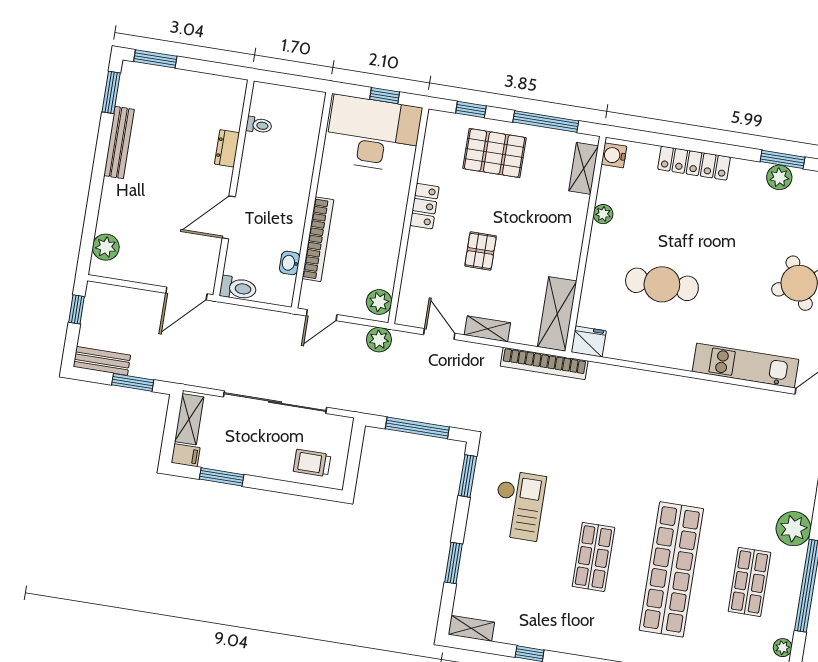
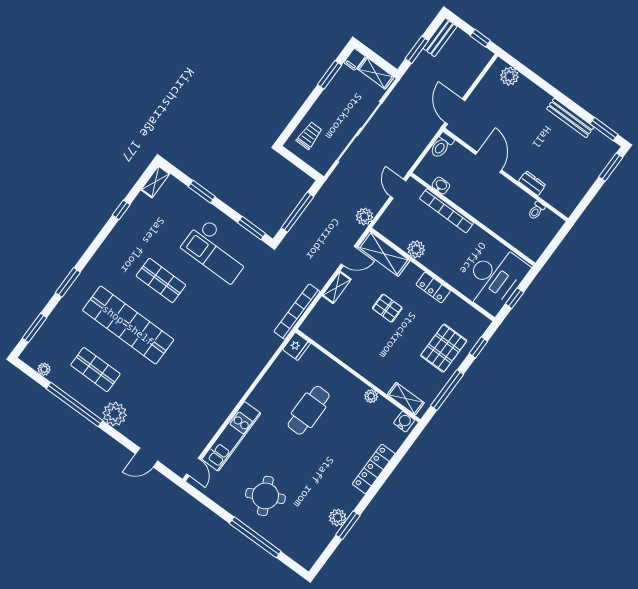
plant: (379, 302) -> (416, 249), moved
shelving: (557, 314) -> (384, 254), moved
checkout: (519, 505) -> (217, 250), width x1.36, depth x1.21

